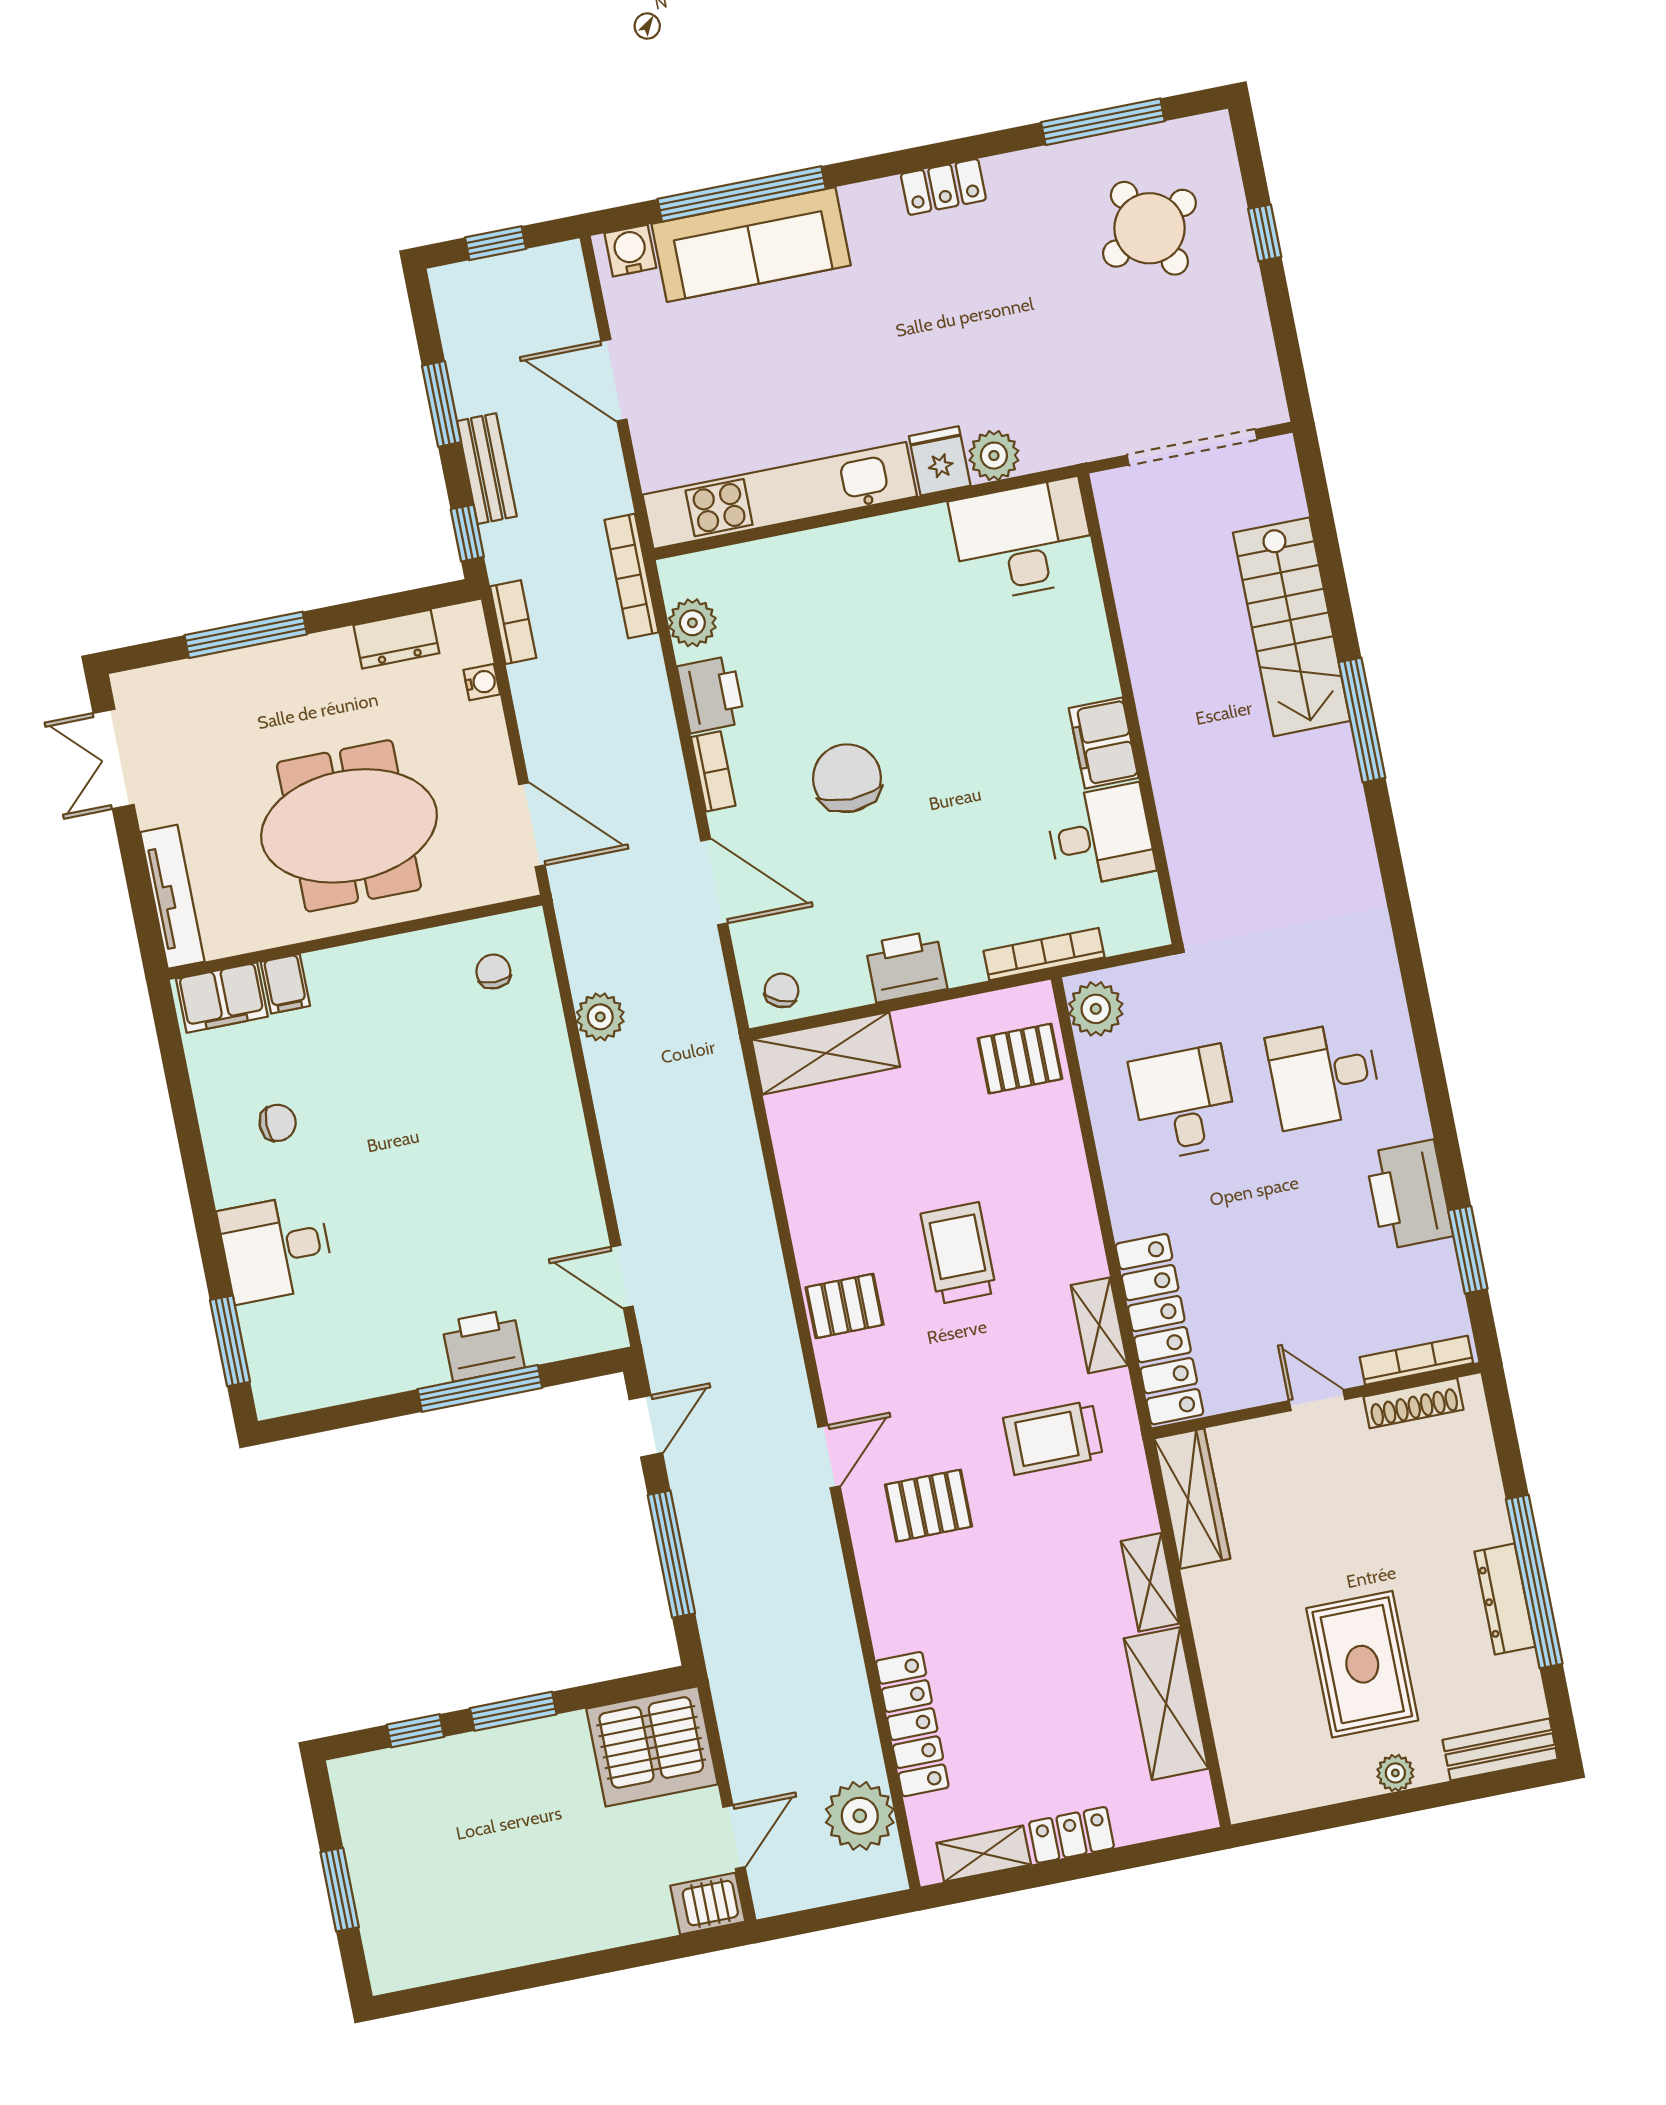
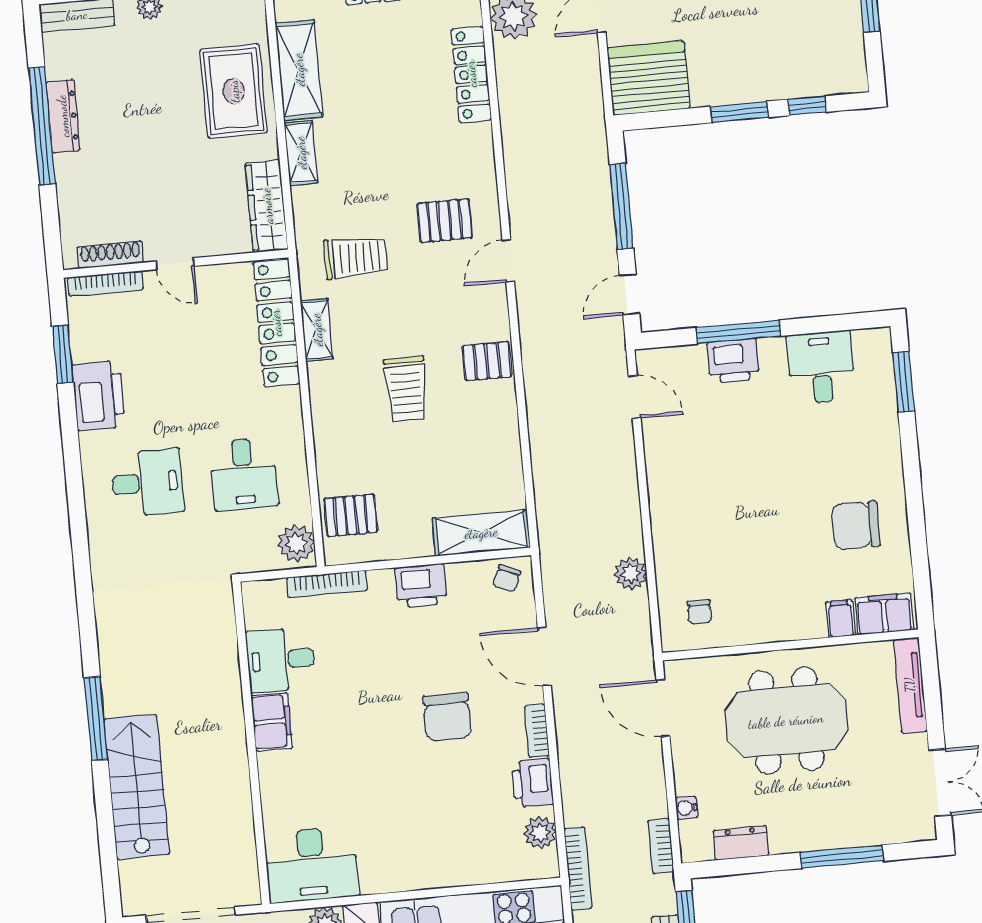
chair: (278, 1123) -> (856, 525), width x1.87, depth x1.87
desk: (276, 1248) -> (821, 367), moved, turned -90
rug: (1362, 1664) -> (234, 91), moved

